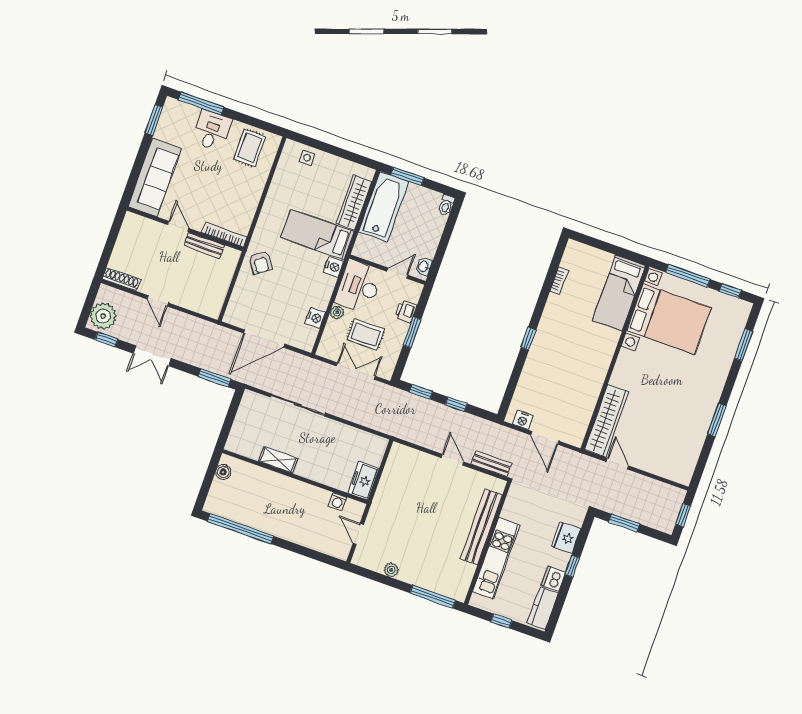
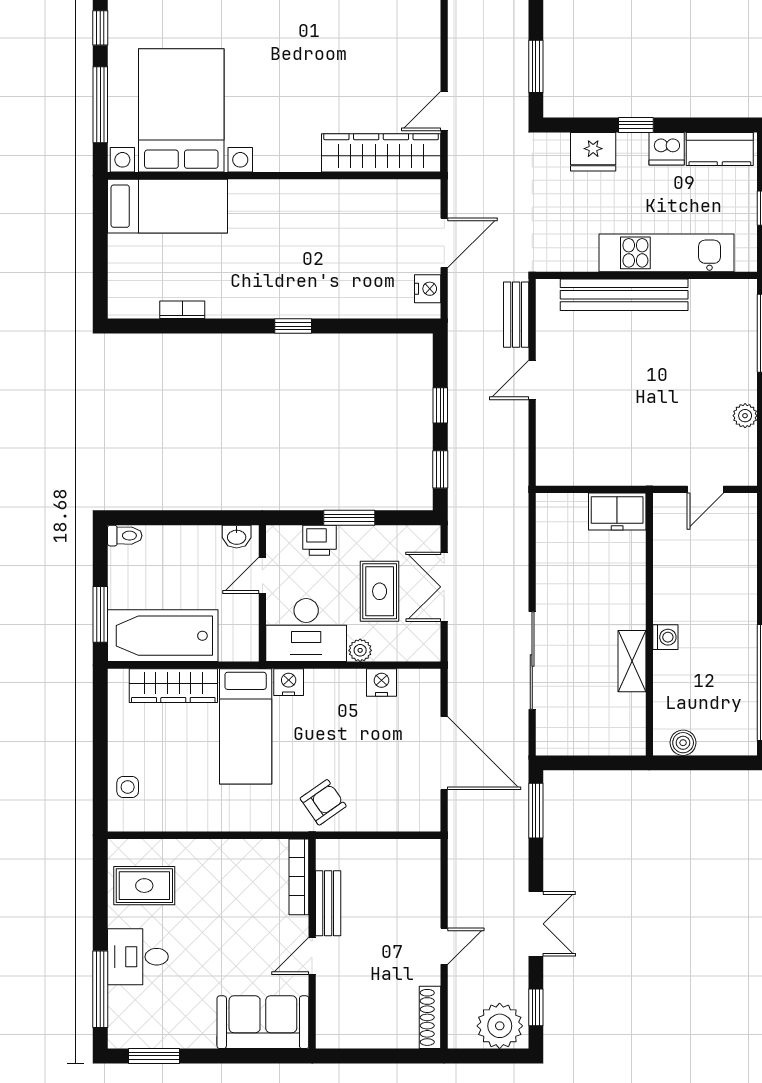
sofa: (155, 177) -> (263, 1022), width x0.73
door: (397, 273) -> (262, 575), hinge flipped
washing machine: (337, 502) -> (665, 637), moved

